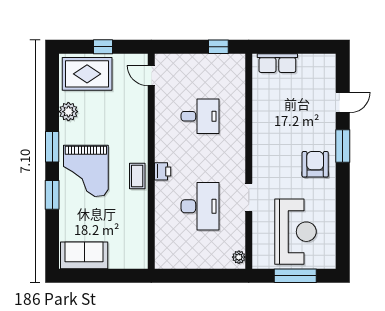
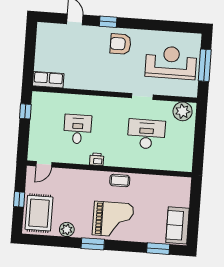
row of seats: (277, 63) -> (48, 80), moved, turned -90
window: (343, 146) -> (108, 22), width x0.67
printer: (163, 171) -> (97, 159), moved
window: (52, 195) -> (158, 249), moved
plant: (239, 257) -> (183, 111), width x1.88, depth x1.88

